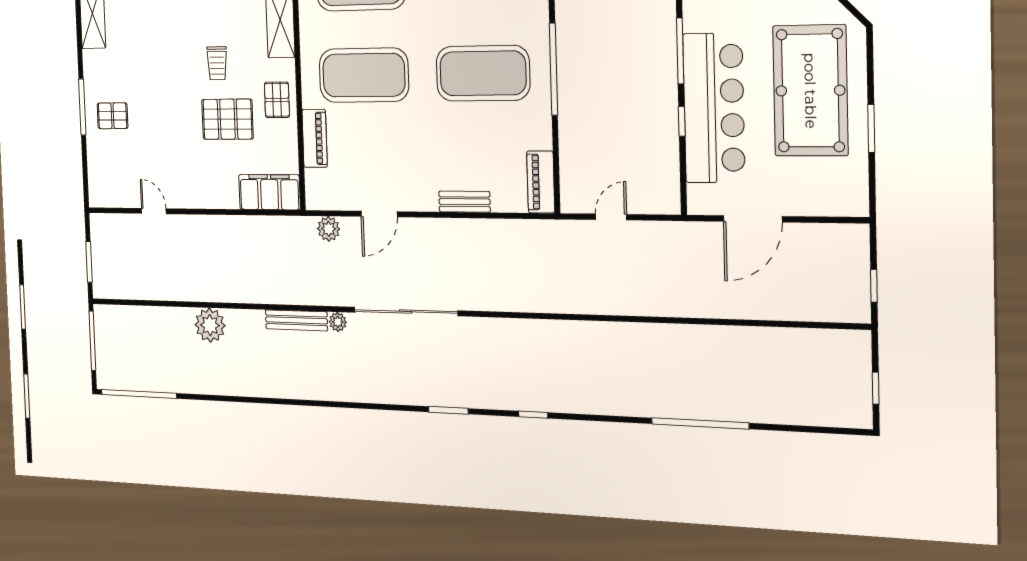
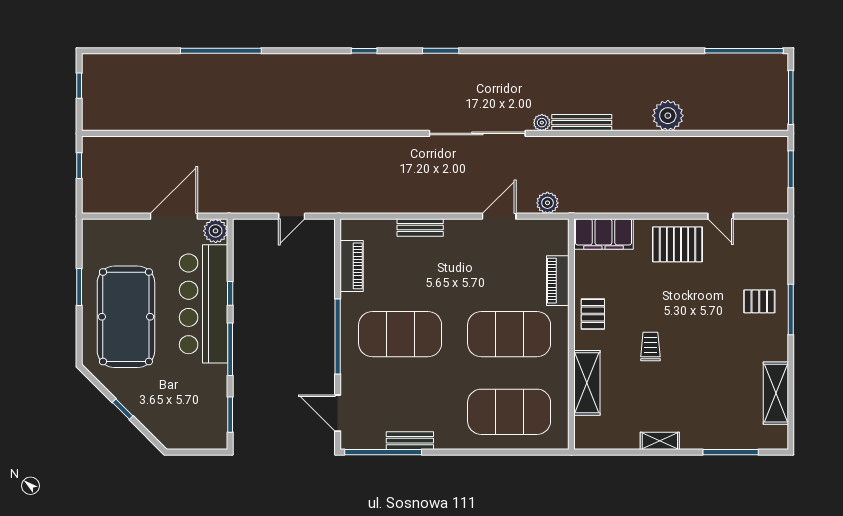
pallet: (227, 119) -> (677, 244), moved
piano: (541, 182) -> (352, 266), moved
plant: (701, 200) -> (216, 231), added

